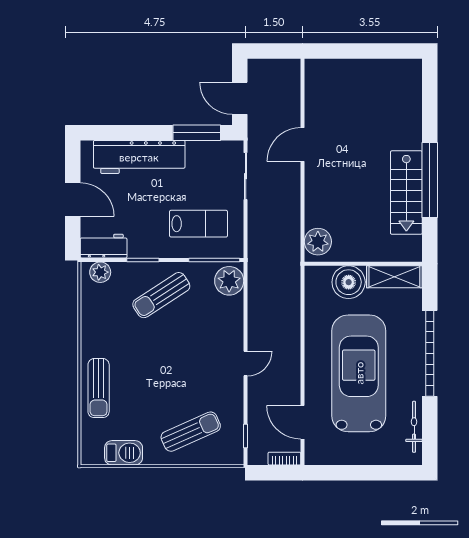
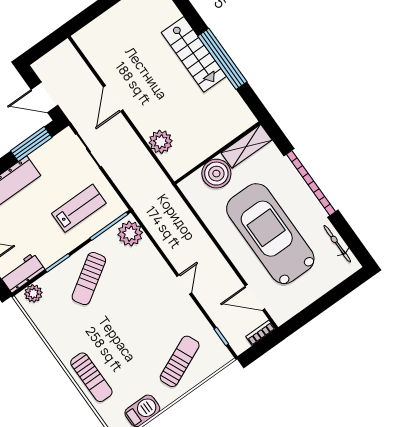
stairs: (406, 193) -> (194, 54), moved
plant: (318, 242) -> (161, 142), moved

